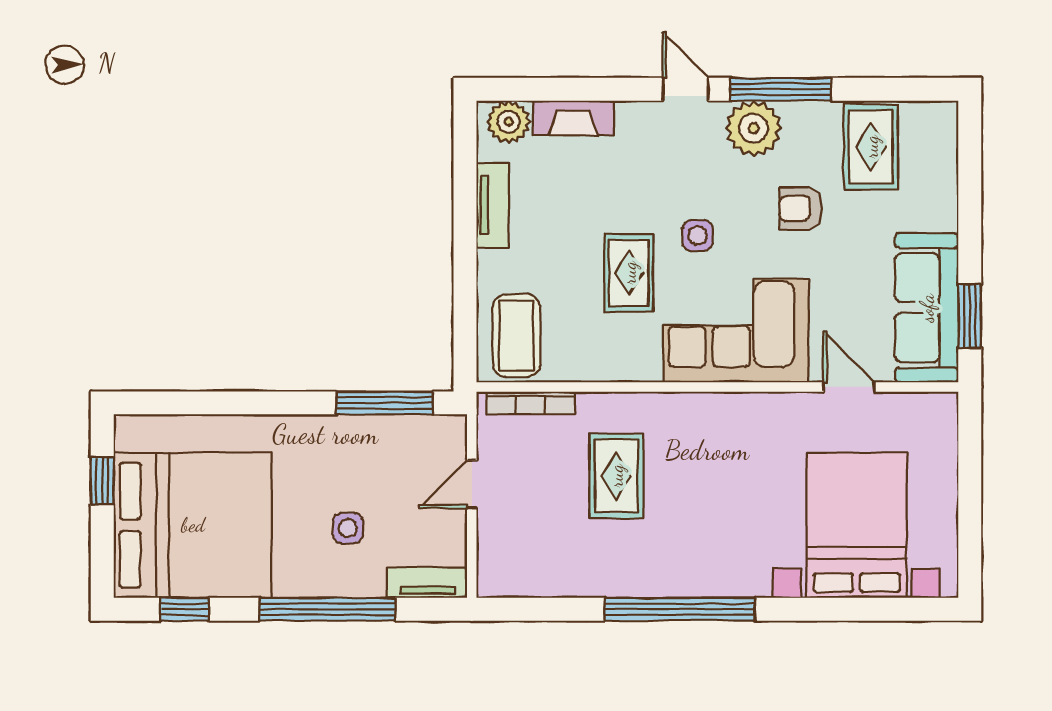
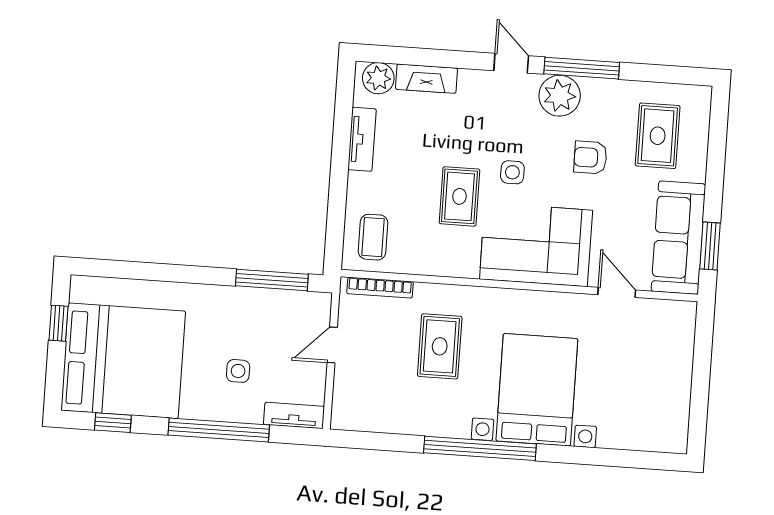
rug: (871, 147) -> (658, 136), moved
coffee table: (516, 336) -> (373, 237), width x0.73, depth x0.77
bed with nightstands: (857, 525) -> (537, 390), moved

